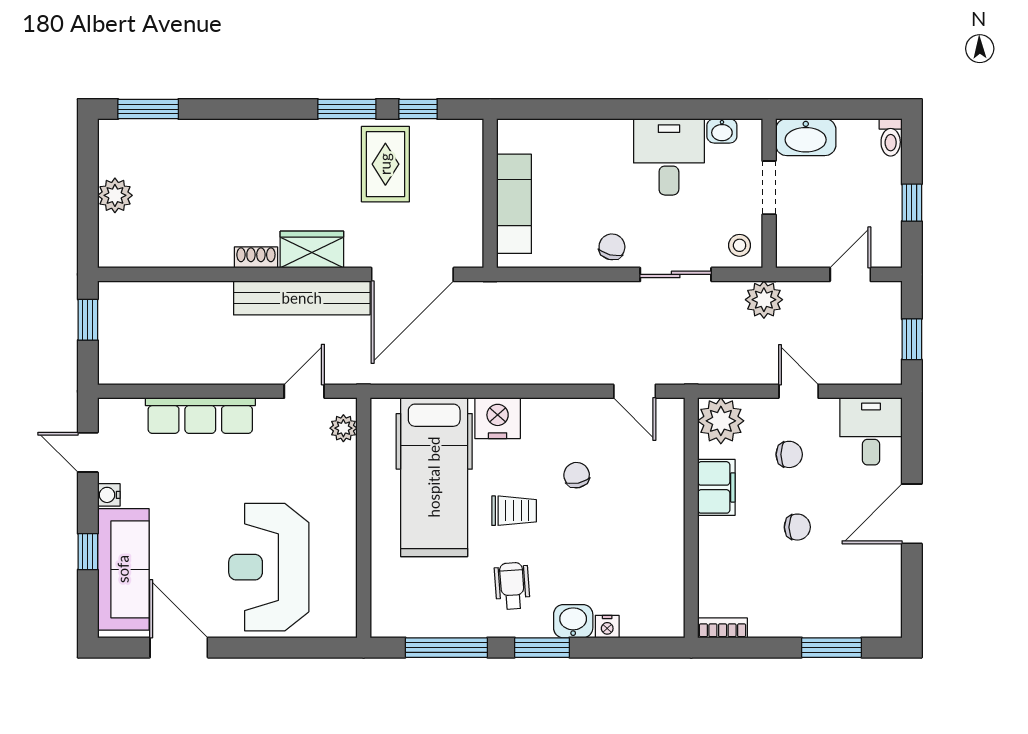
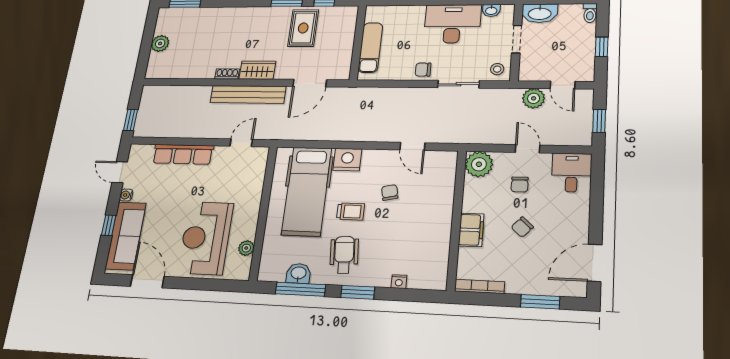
desk: (669, 157) -> (452, 24), width x1.37
chair: (612, 247) -> (423, 70), turned -104
door: (412, 274) -> (310, 83), width x0.73
door: (850, 274) -> (563, 85), swing flipped
plant: (764, 300) -> (534, 98), moved
window: (88, 320) -> (131, 120), moved
door: (635, 391) -> (412, 146), moved
plant: (343, 428) -> (246, 248), moved
chair: (789, 454) -> (520, 185), turned 90
filing cabinet: (716, 487) -> (471, 230), moved
door: (912, 514) -> (595, 263), moved
chair: (797, 527) -> (522, 227), turned 133
wheelchair: (512, 586) -> (344, 255), width x1.36, depth x1.37
washbasin: (573, 621) -> (298, 273), moved
bookcase: (723, 628) -> (480, 286), width x1.56

